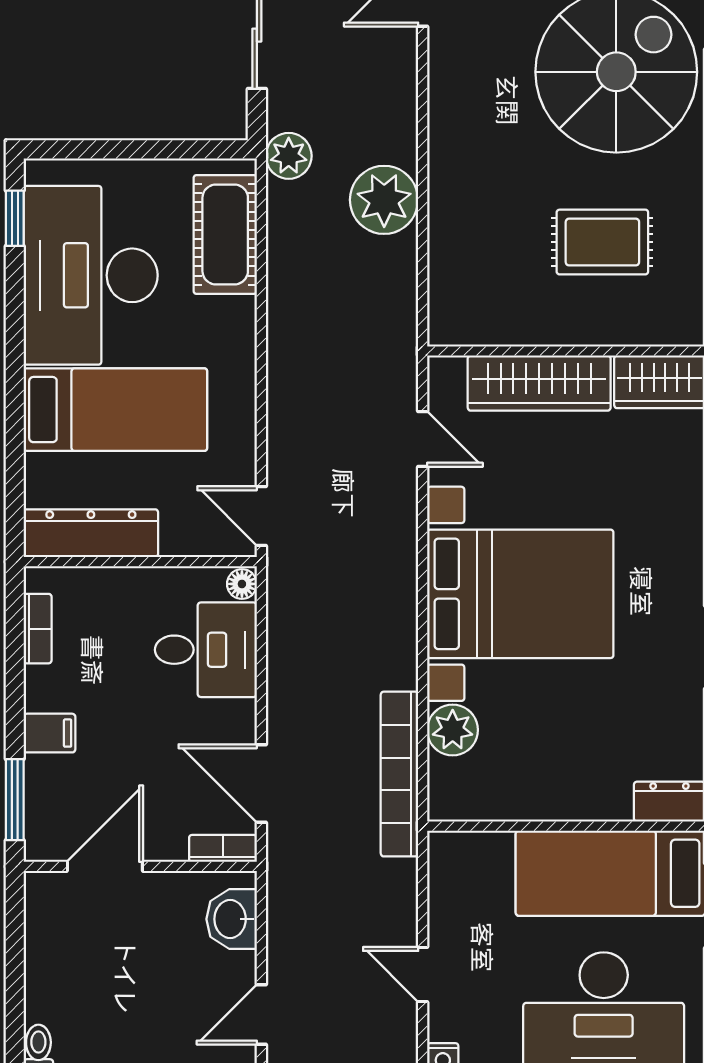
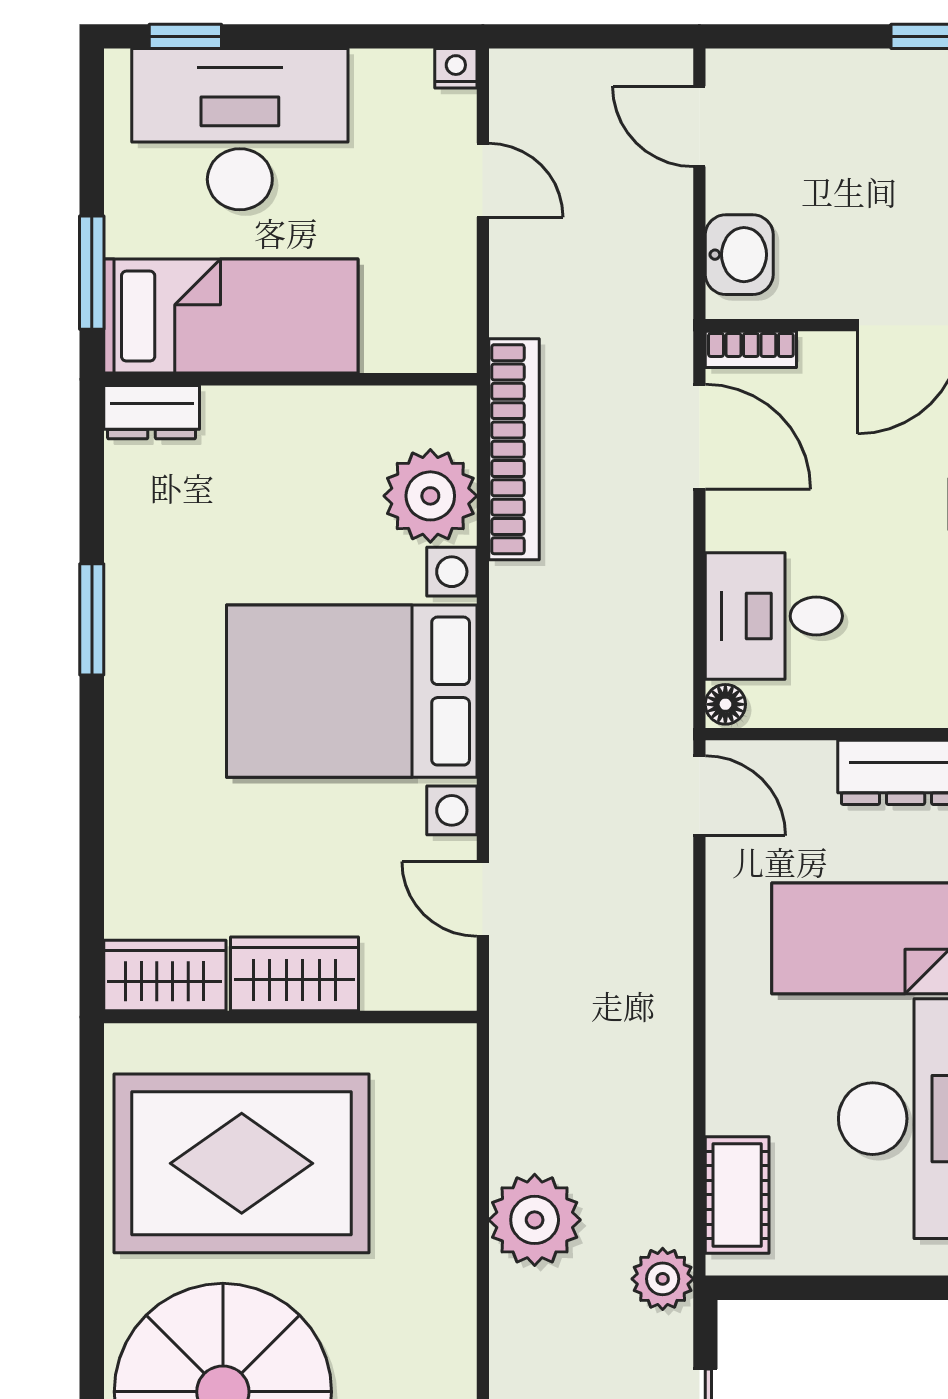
cot: (225, 234) -> (737, 1195), width x0.73, depth x0.75
rug: (602, 242) -> (242, 1163), width x1.86, depth x2.06
wardrobe: (539, 383) -> (294, 974), width x0.67
plant: (453, 730) -> (430, 496), width x1.36, depth x1.36
door: (261, 1015) -> (699, 126), swing flipped

